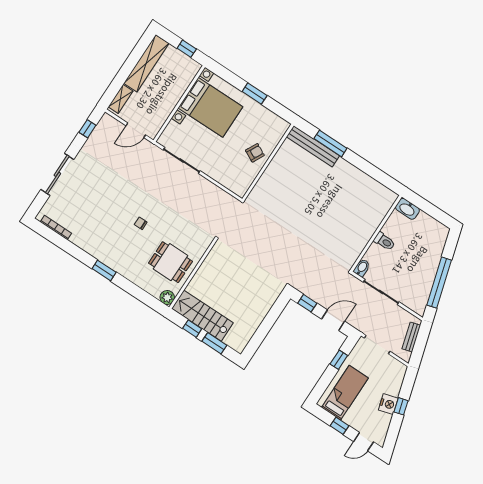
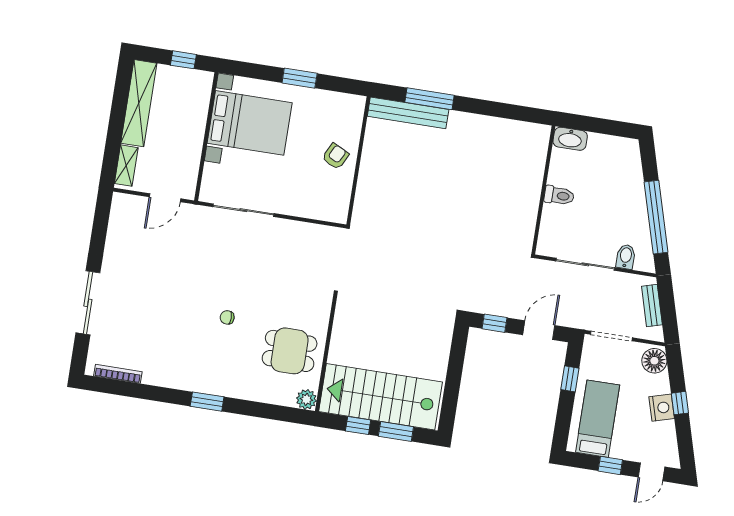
window: (87, 129) -> (100, 225), removed
bidet: (362, 268) -> (626, 257), moved
stairs: (202, 316) -> (380, 397), width x1.36, depth x1.51
floor lamp: (397, 372) -> (654, 361), added

